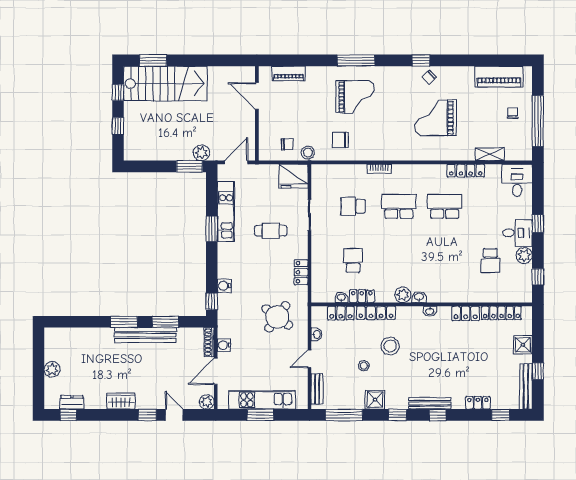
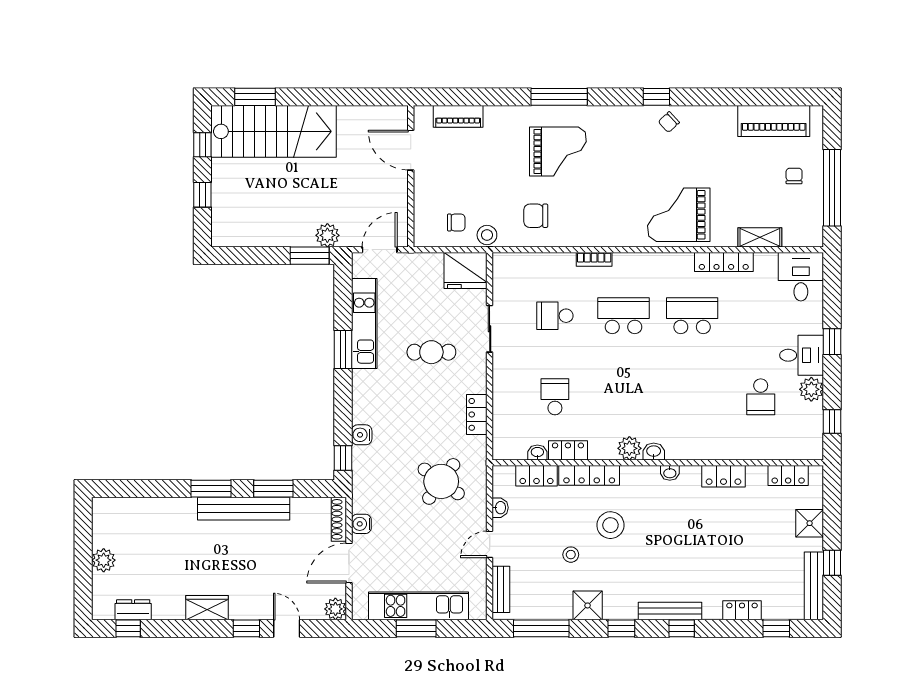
grand piano: (436, 118) -> (679, 215), moved
locker: (502, 313) -> (788, 475), width x0.66

